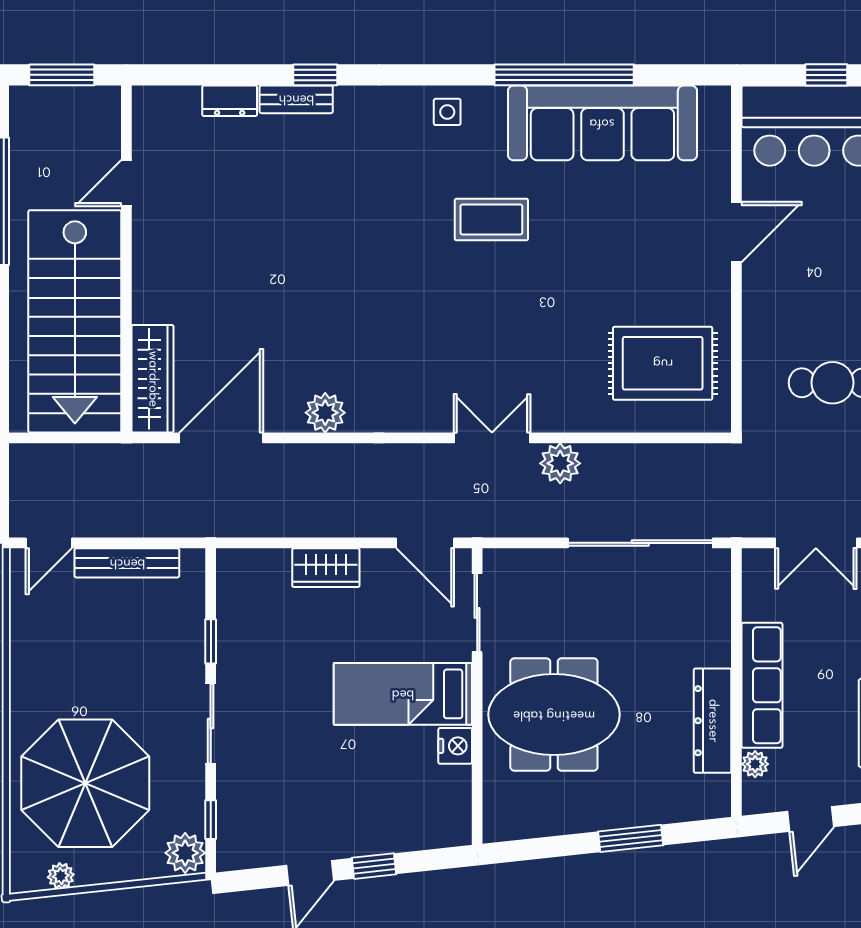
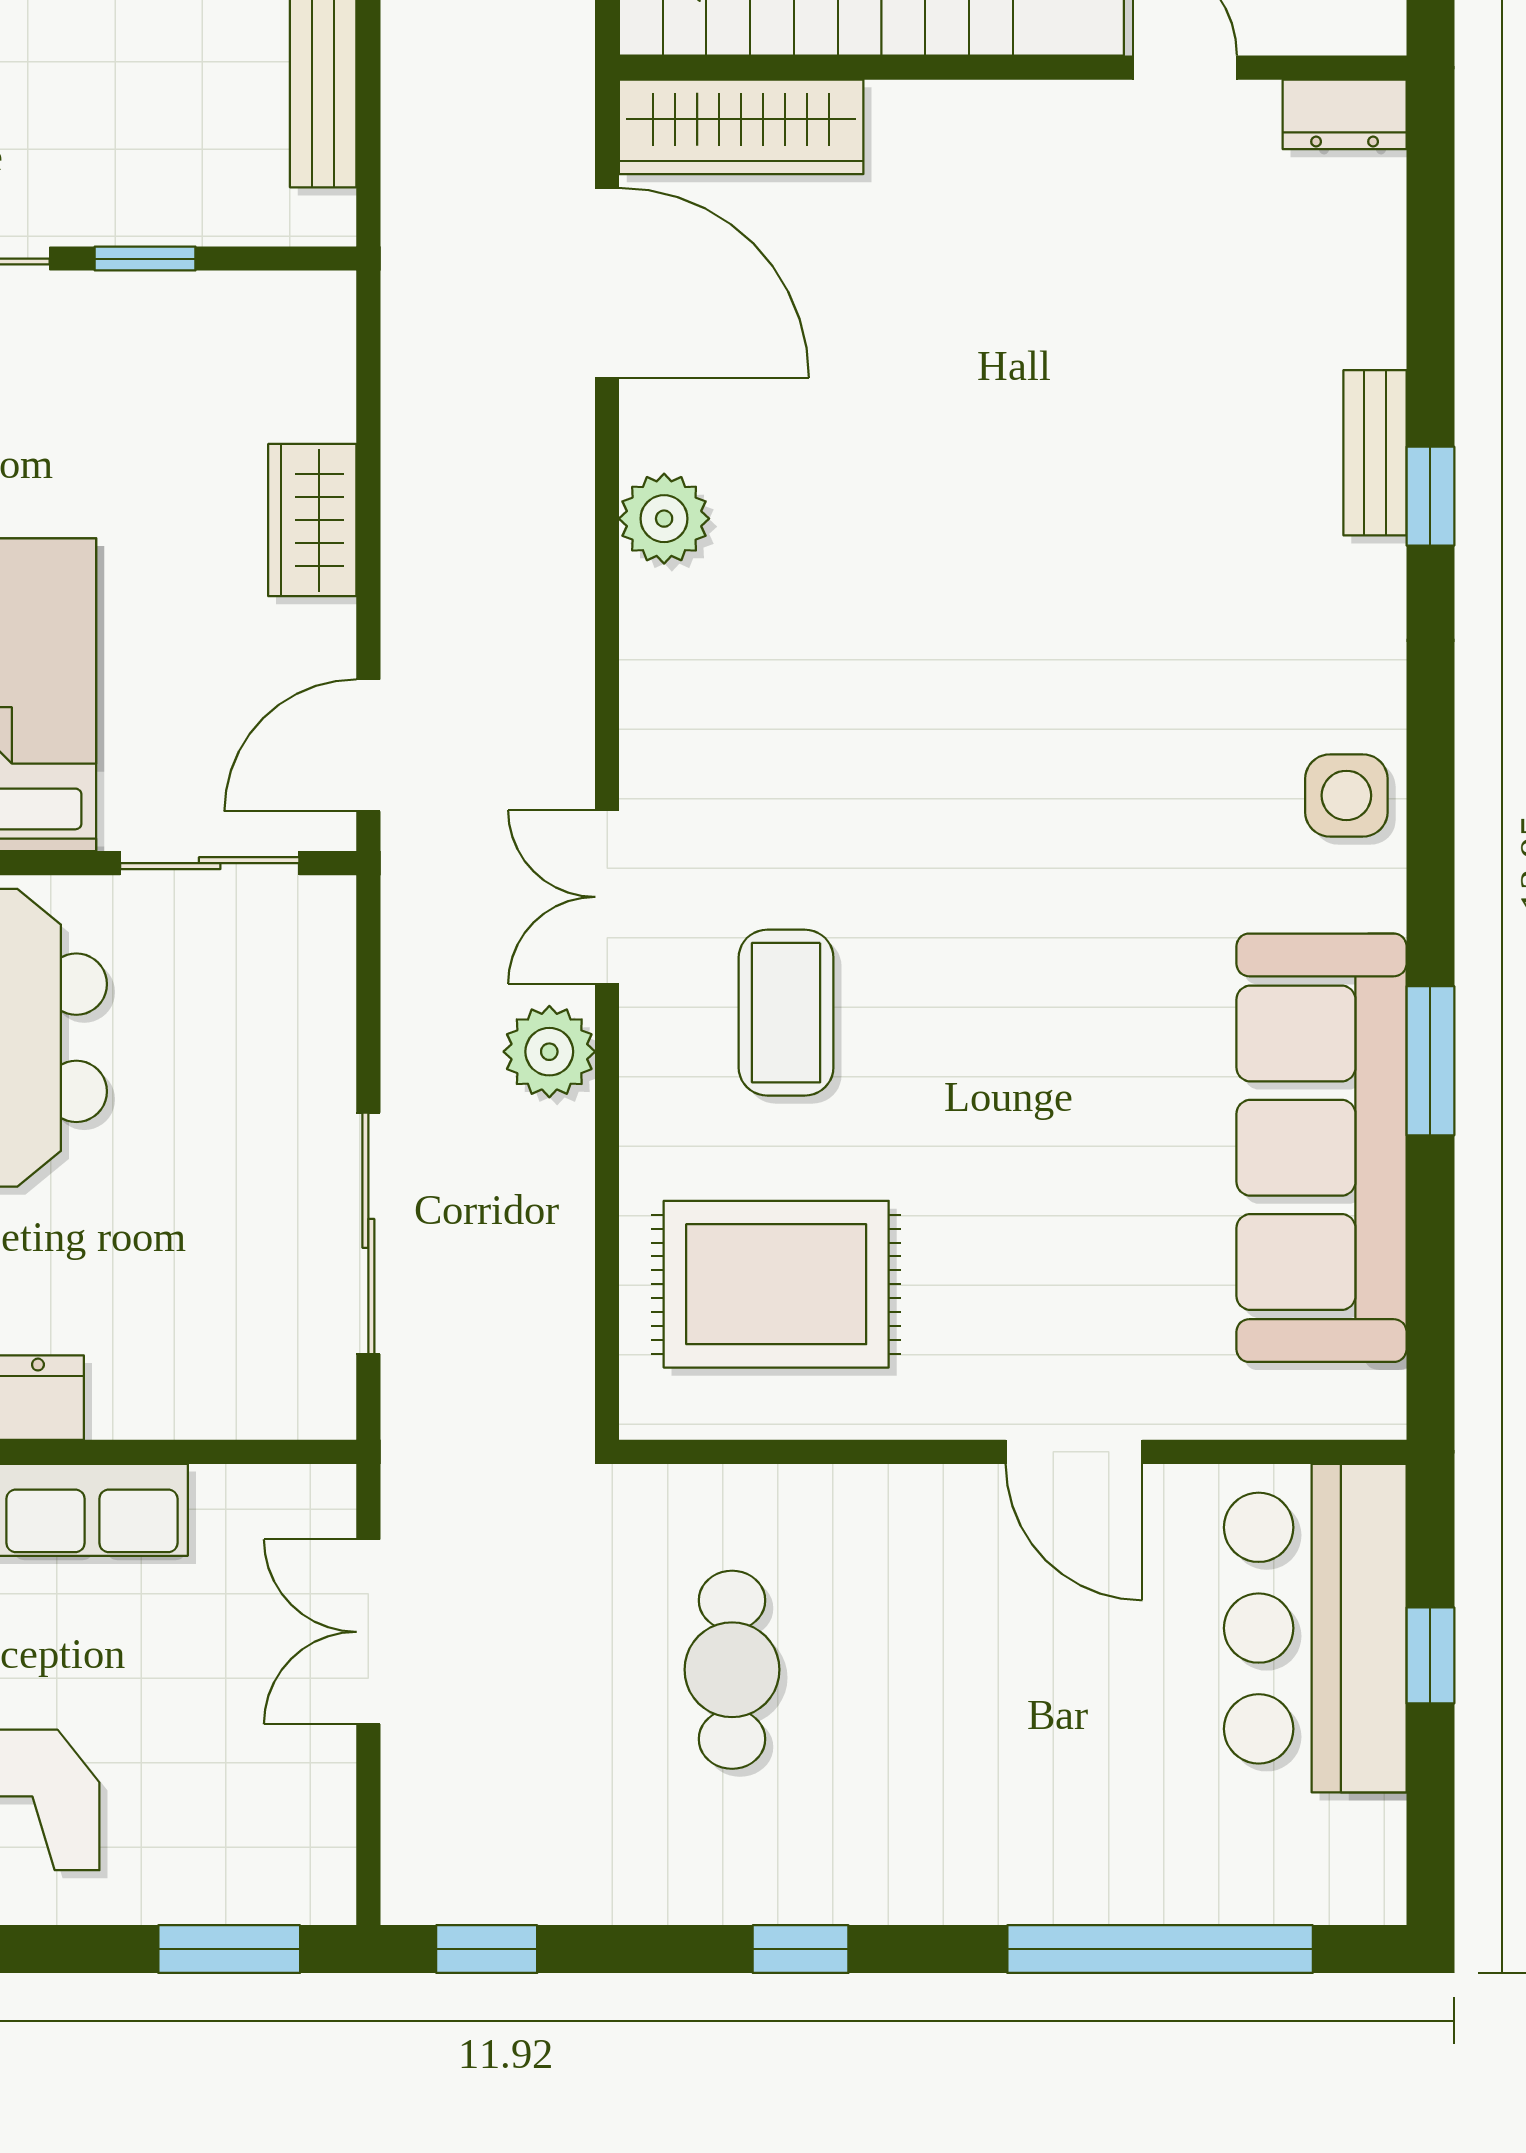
window: (564, 75) -> (1430, 1061), width x0.47
dresser: (230, 101) -> (1345, 114), moved, turned -90
side table: (447, 112) -> (1346, 795), width x1.37, depth x1.37
coffee table: (491, 219) -> (786, 1013), moved
rug: (663, 363) -> (776, 1284), turned 90
double door: (492, 438) -> (607, 897), swing flipped
sliding door: (640, 543) -> (368, 1233), width x0.73

